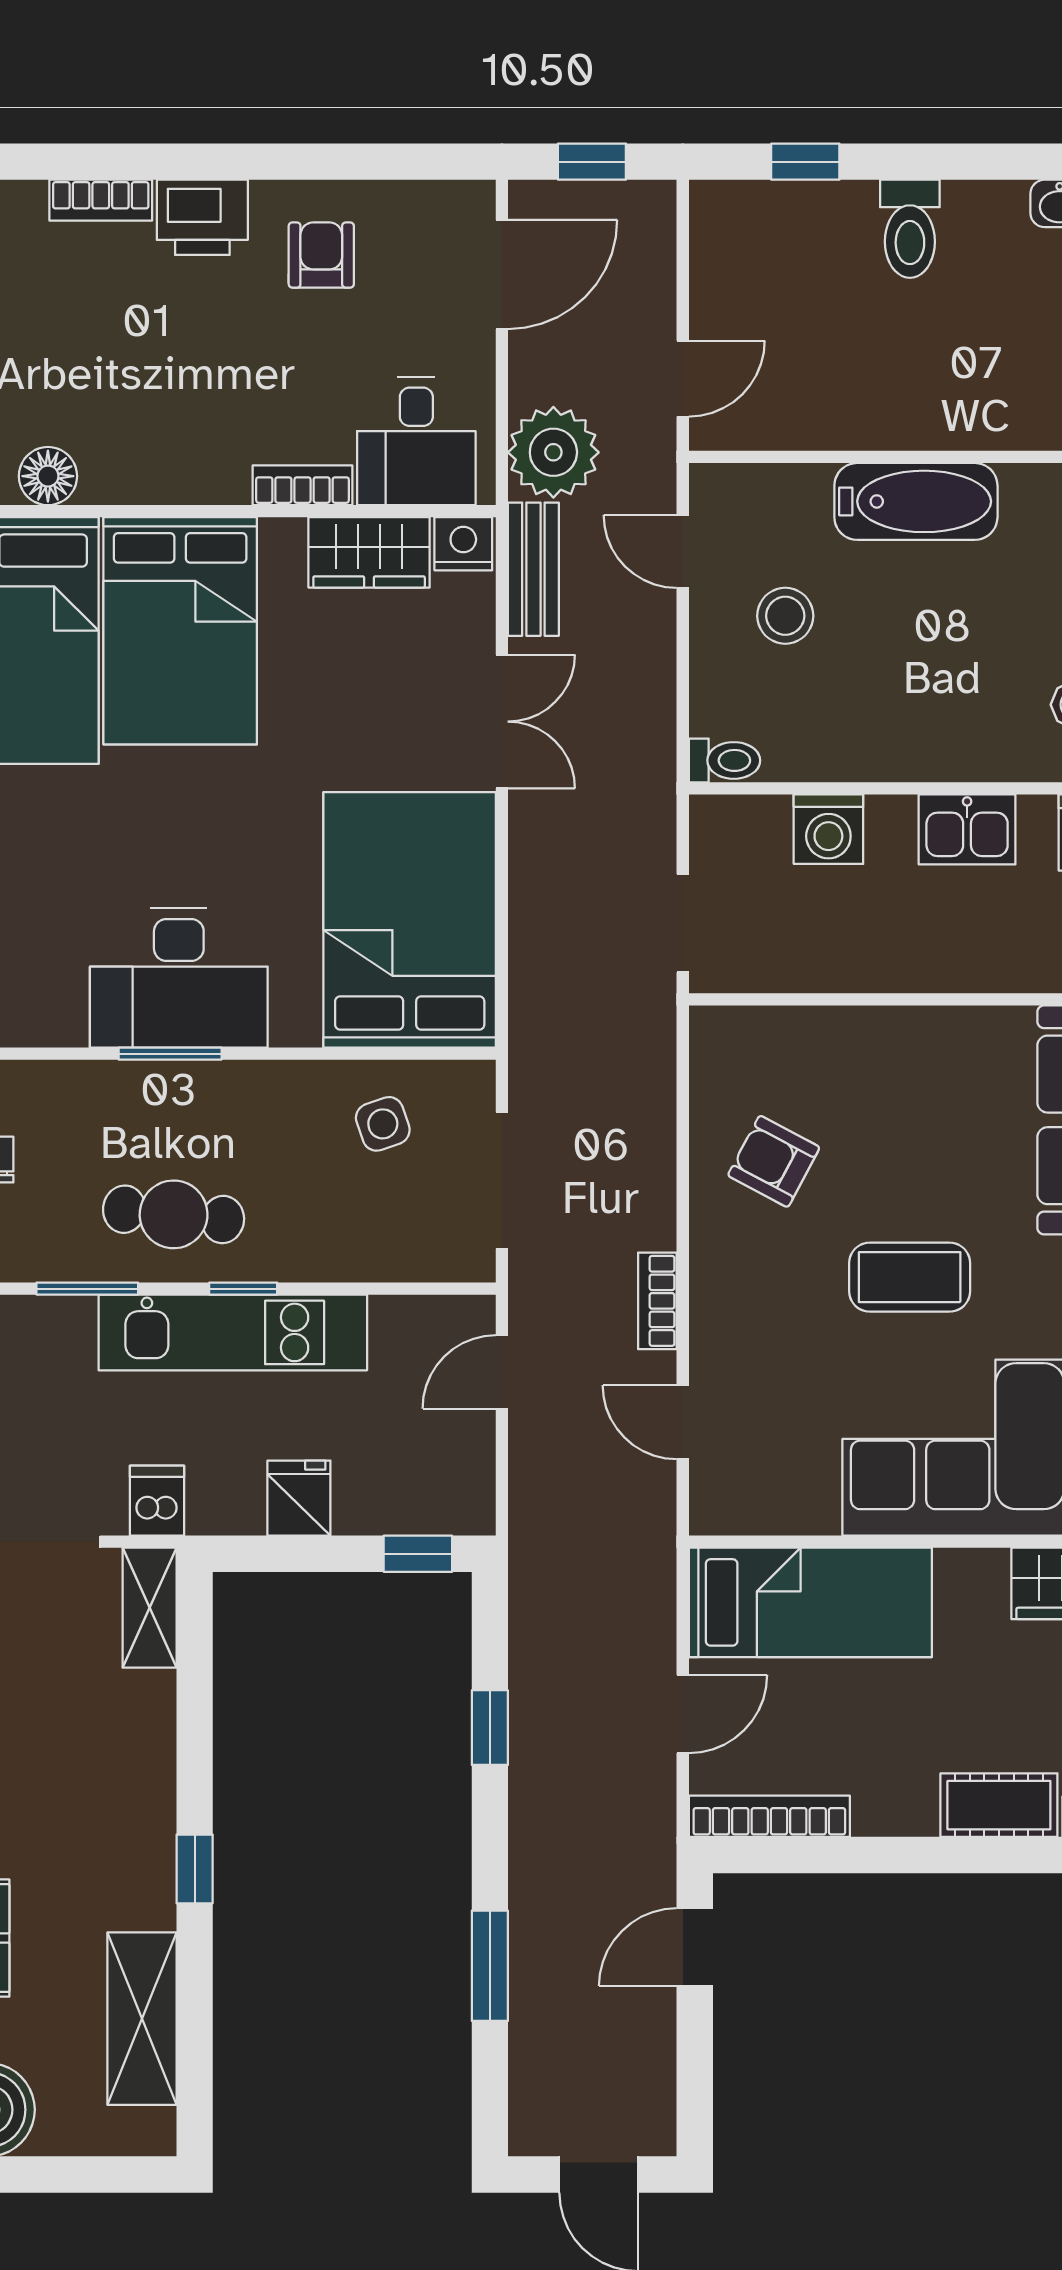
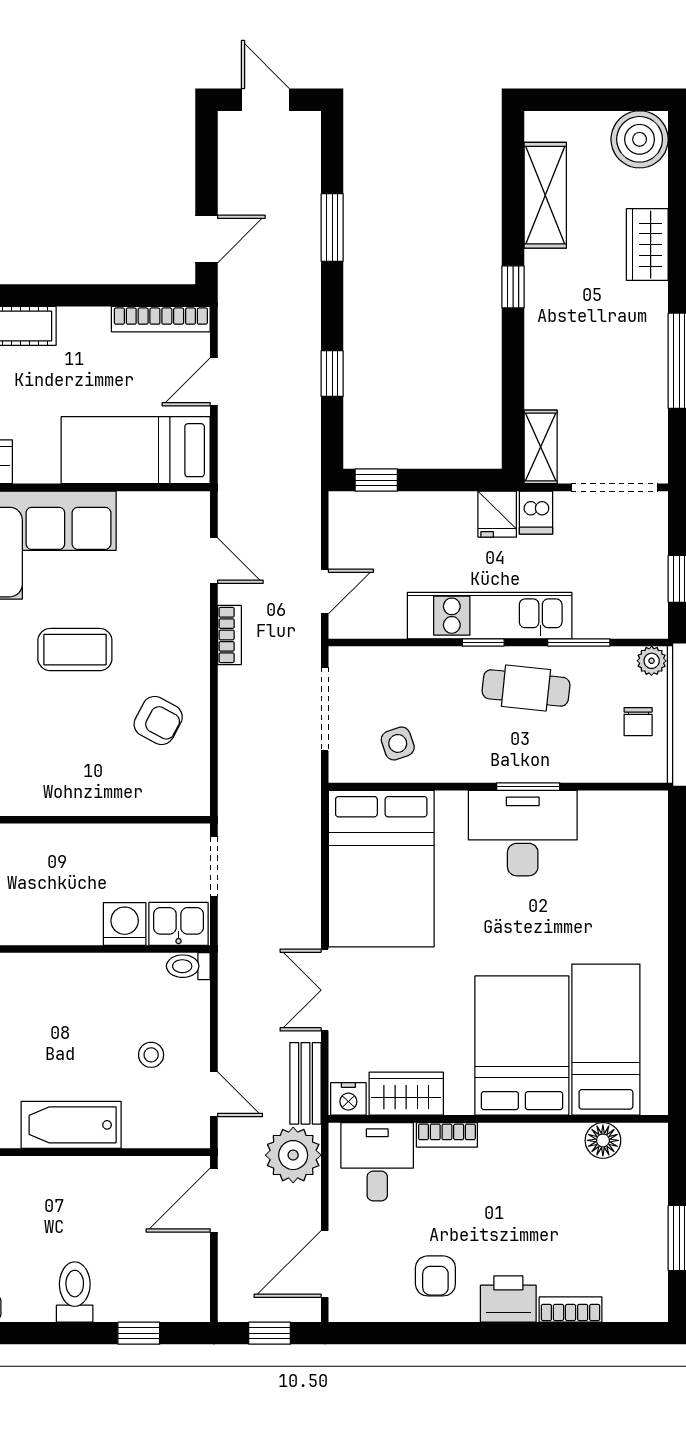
door: (683, 379) -> (214, 1200), width x1.38
stool: (785, 616) -> (151, 1055), width x0.73, depth x0.73
kitchen sink: (967, 829) -> (179, 924), moved
fridge: (299, 1498) -> (497, 514), moved

